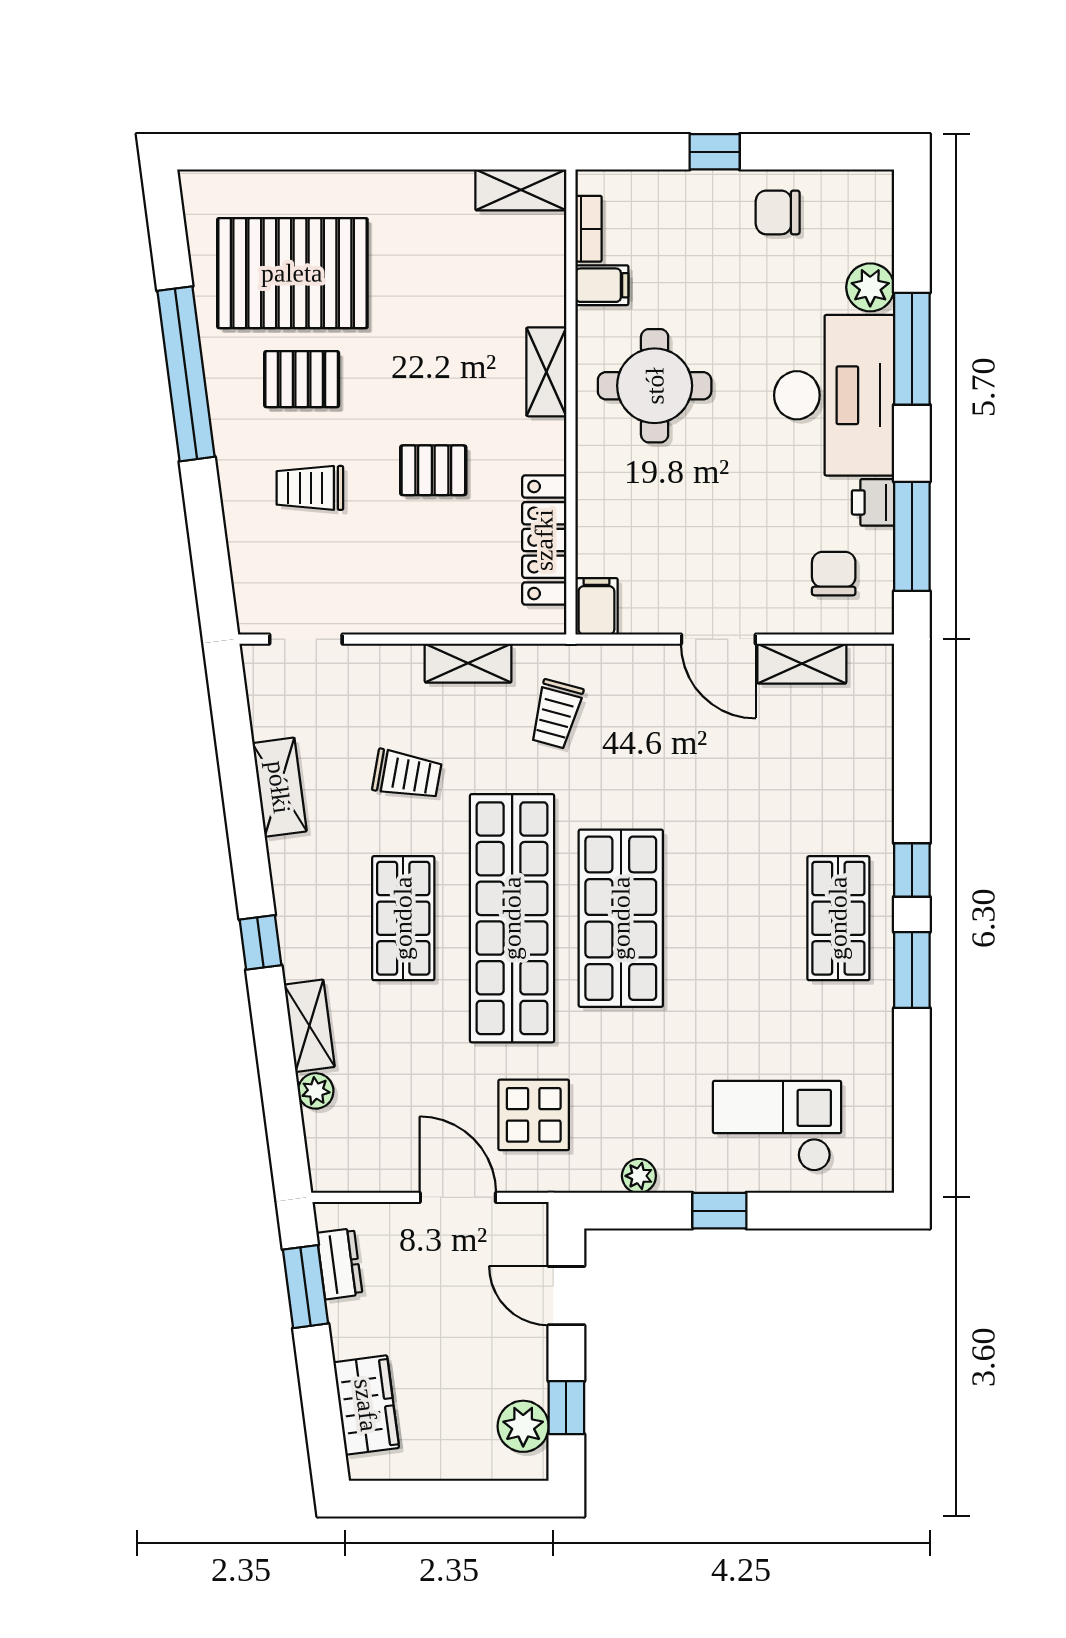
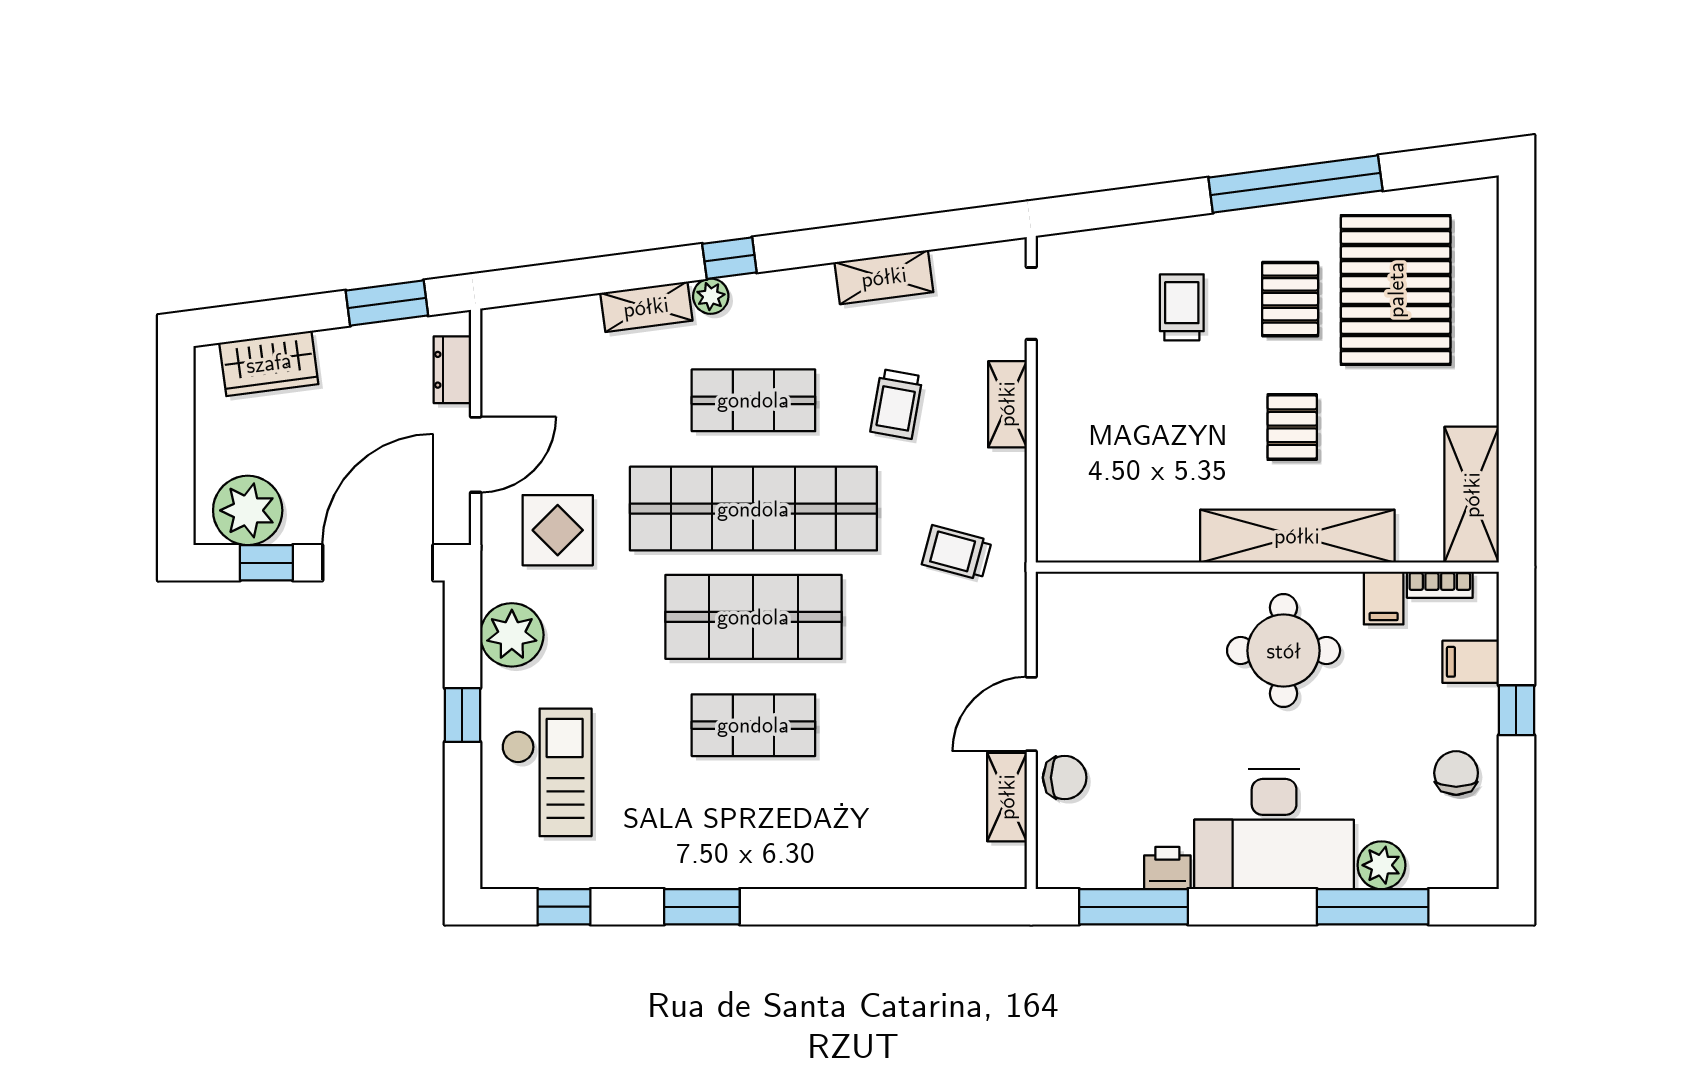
shelving: (521, 190) -> (1472, 495), width x1.50, depth x1.33
window: (912, 349) -> (1373, 907), moved
shelving: (546, 372) -> (1297, 536), width x2.20, depth x1.33
pallet: (433, 470) -> (1292, 427), moved
locker: (544, 540) -> (1130, 541), removed
chair: (834, 574) -> (1065, 778), moved
filing cabinet: (596, 606) -> (1471, 662), moved, turned 180
shelving: (468, 663) -> (1007, 404), moved
window: (912, 870) -> (564, 907), moved
shop shelf: (838, 918) -> (753, 725), moved
plant: (316, 1091) -> (711, 296), moved
plant: (639, 1176) -> (512, 635), width x1.87, depth x1.87
dresser: (339, 1264) -> (452, 370), moved, turned 97
door: (566, 1296) -> (378, 563), width x1.88
plant: (523, 1426) -> (248, 510), width x1.36, depth x1.36

